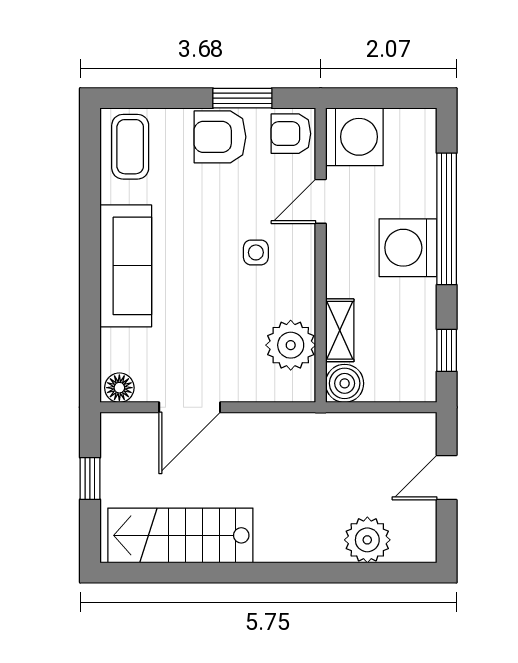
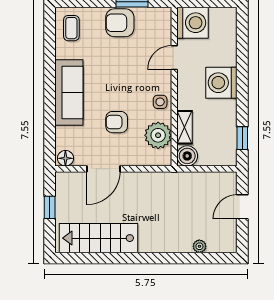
armchair: (291, 134) -> (117, 122), moved
coffee table: (130, 147) -> (71, 28), width x0.73, depth x0.77
window: (447, 219) -> (242, 67), removed
side table: (256, 252) -> (160, 102), moved
plant: (367, 540) -> (199, 246), width x0.53, depth x0.53

